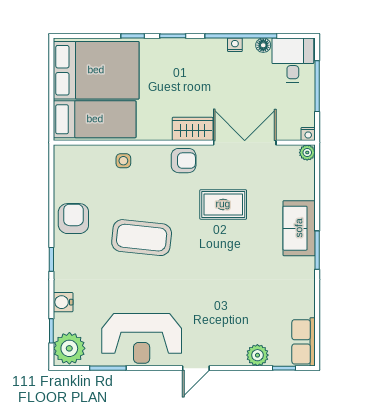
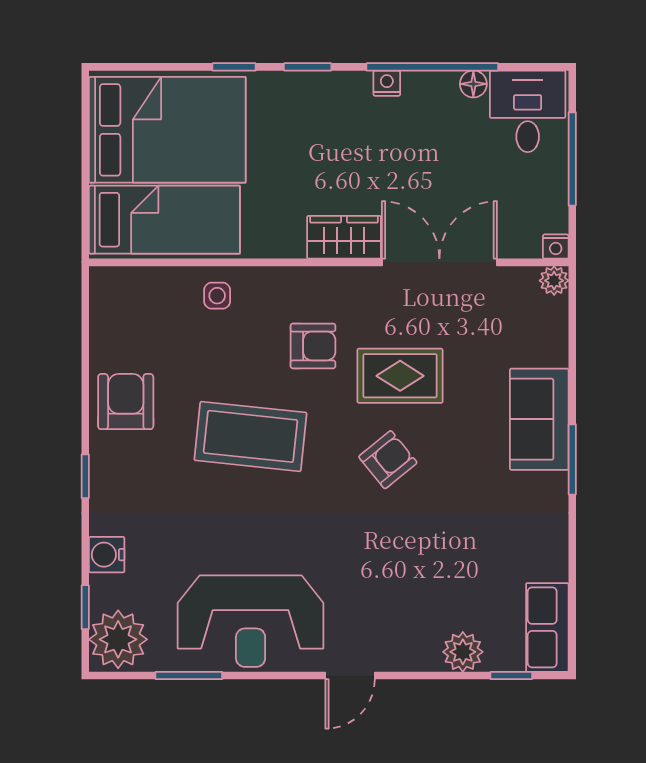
nightstand: (235, 45) -> (387, 83), moved
armchair: (184, 161) -> (313, 346), moved
armchair: (217, 250) -> (388, 460), added

